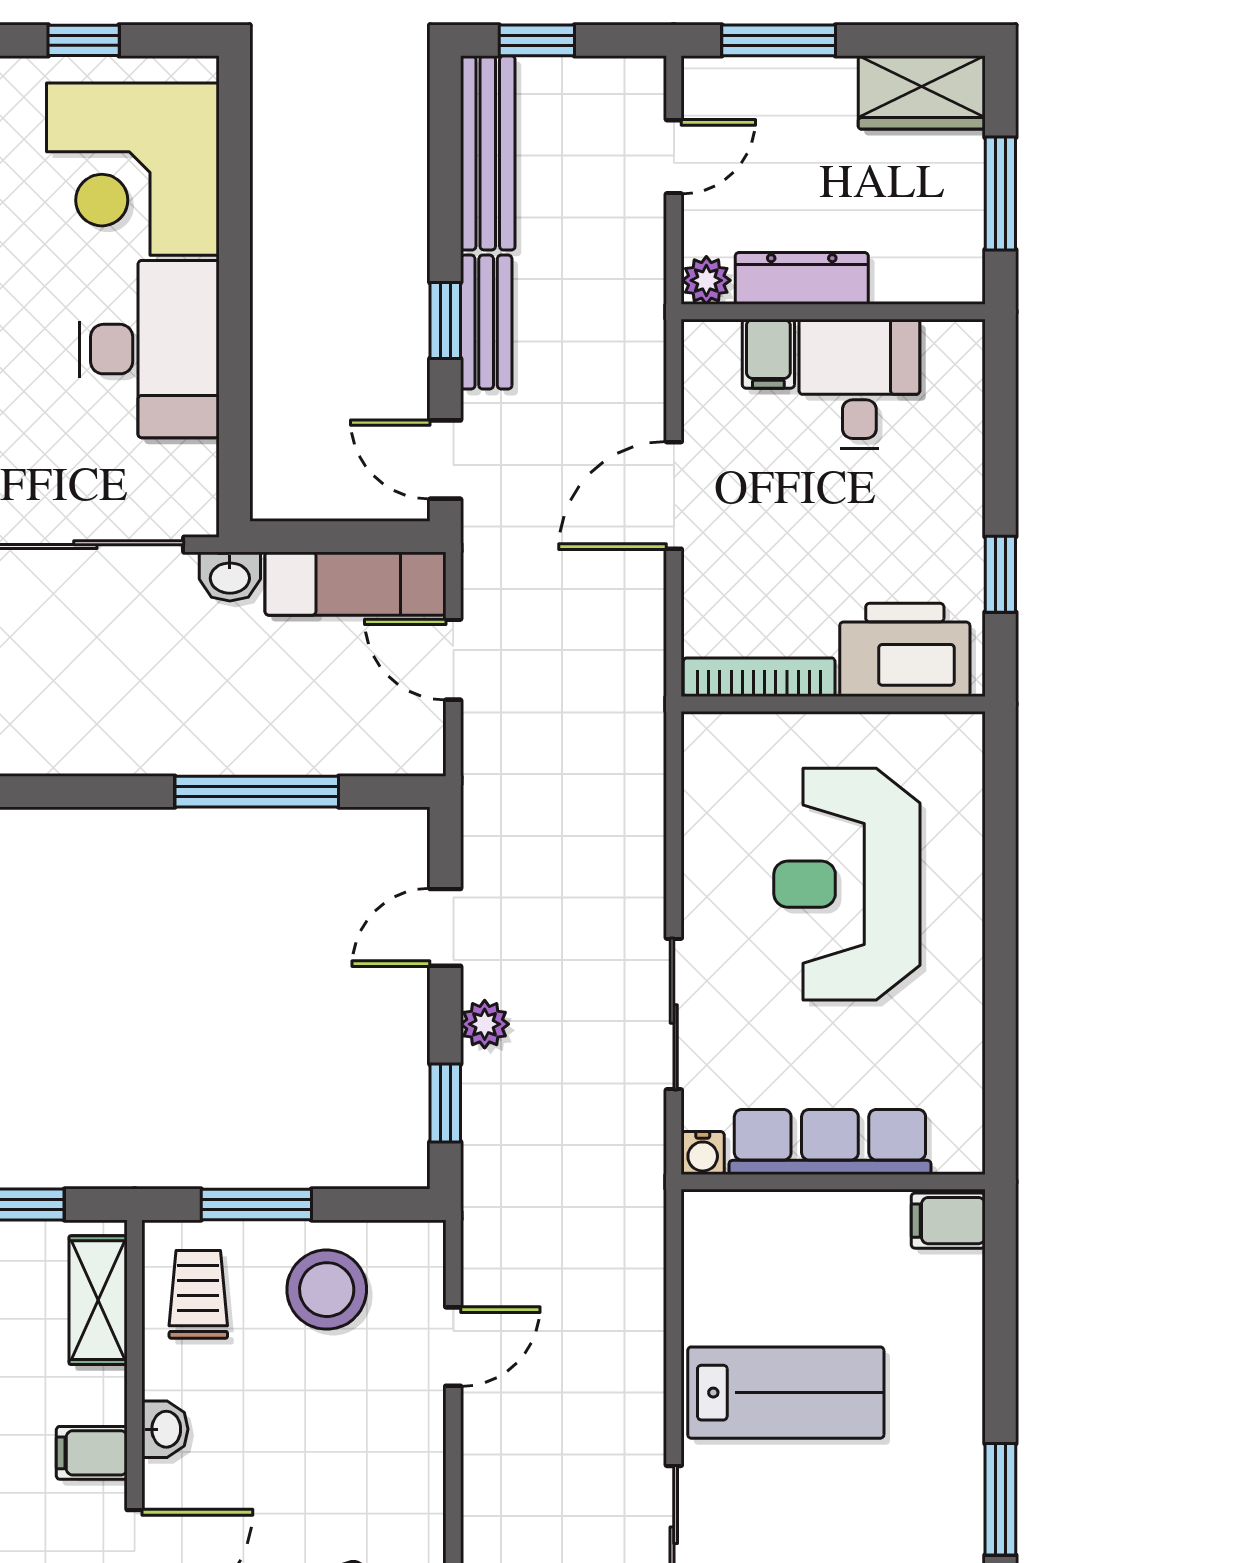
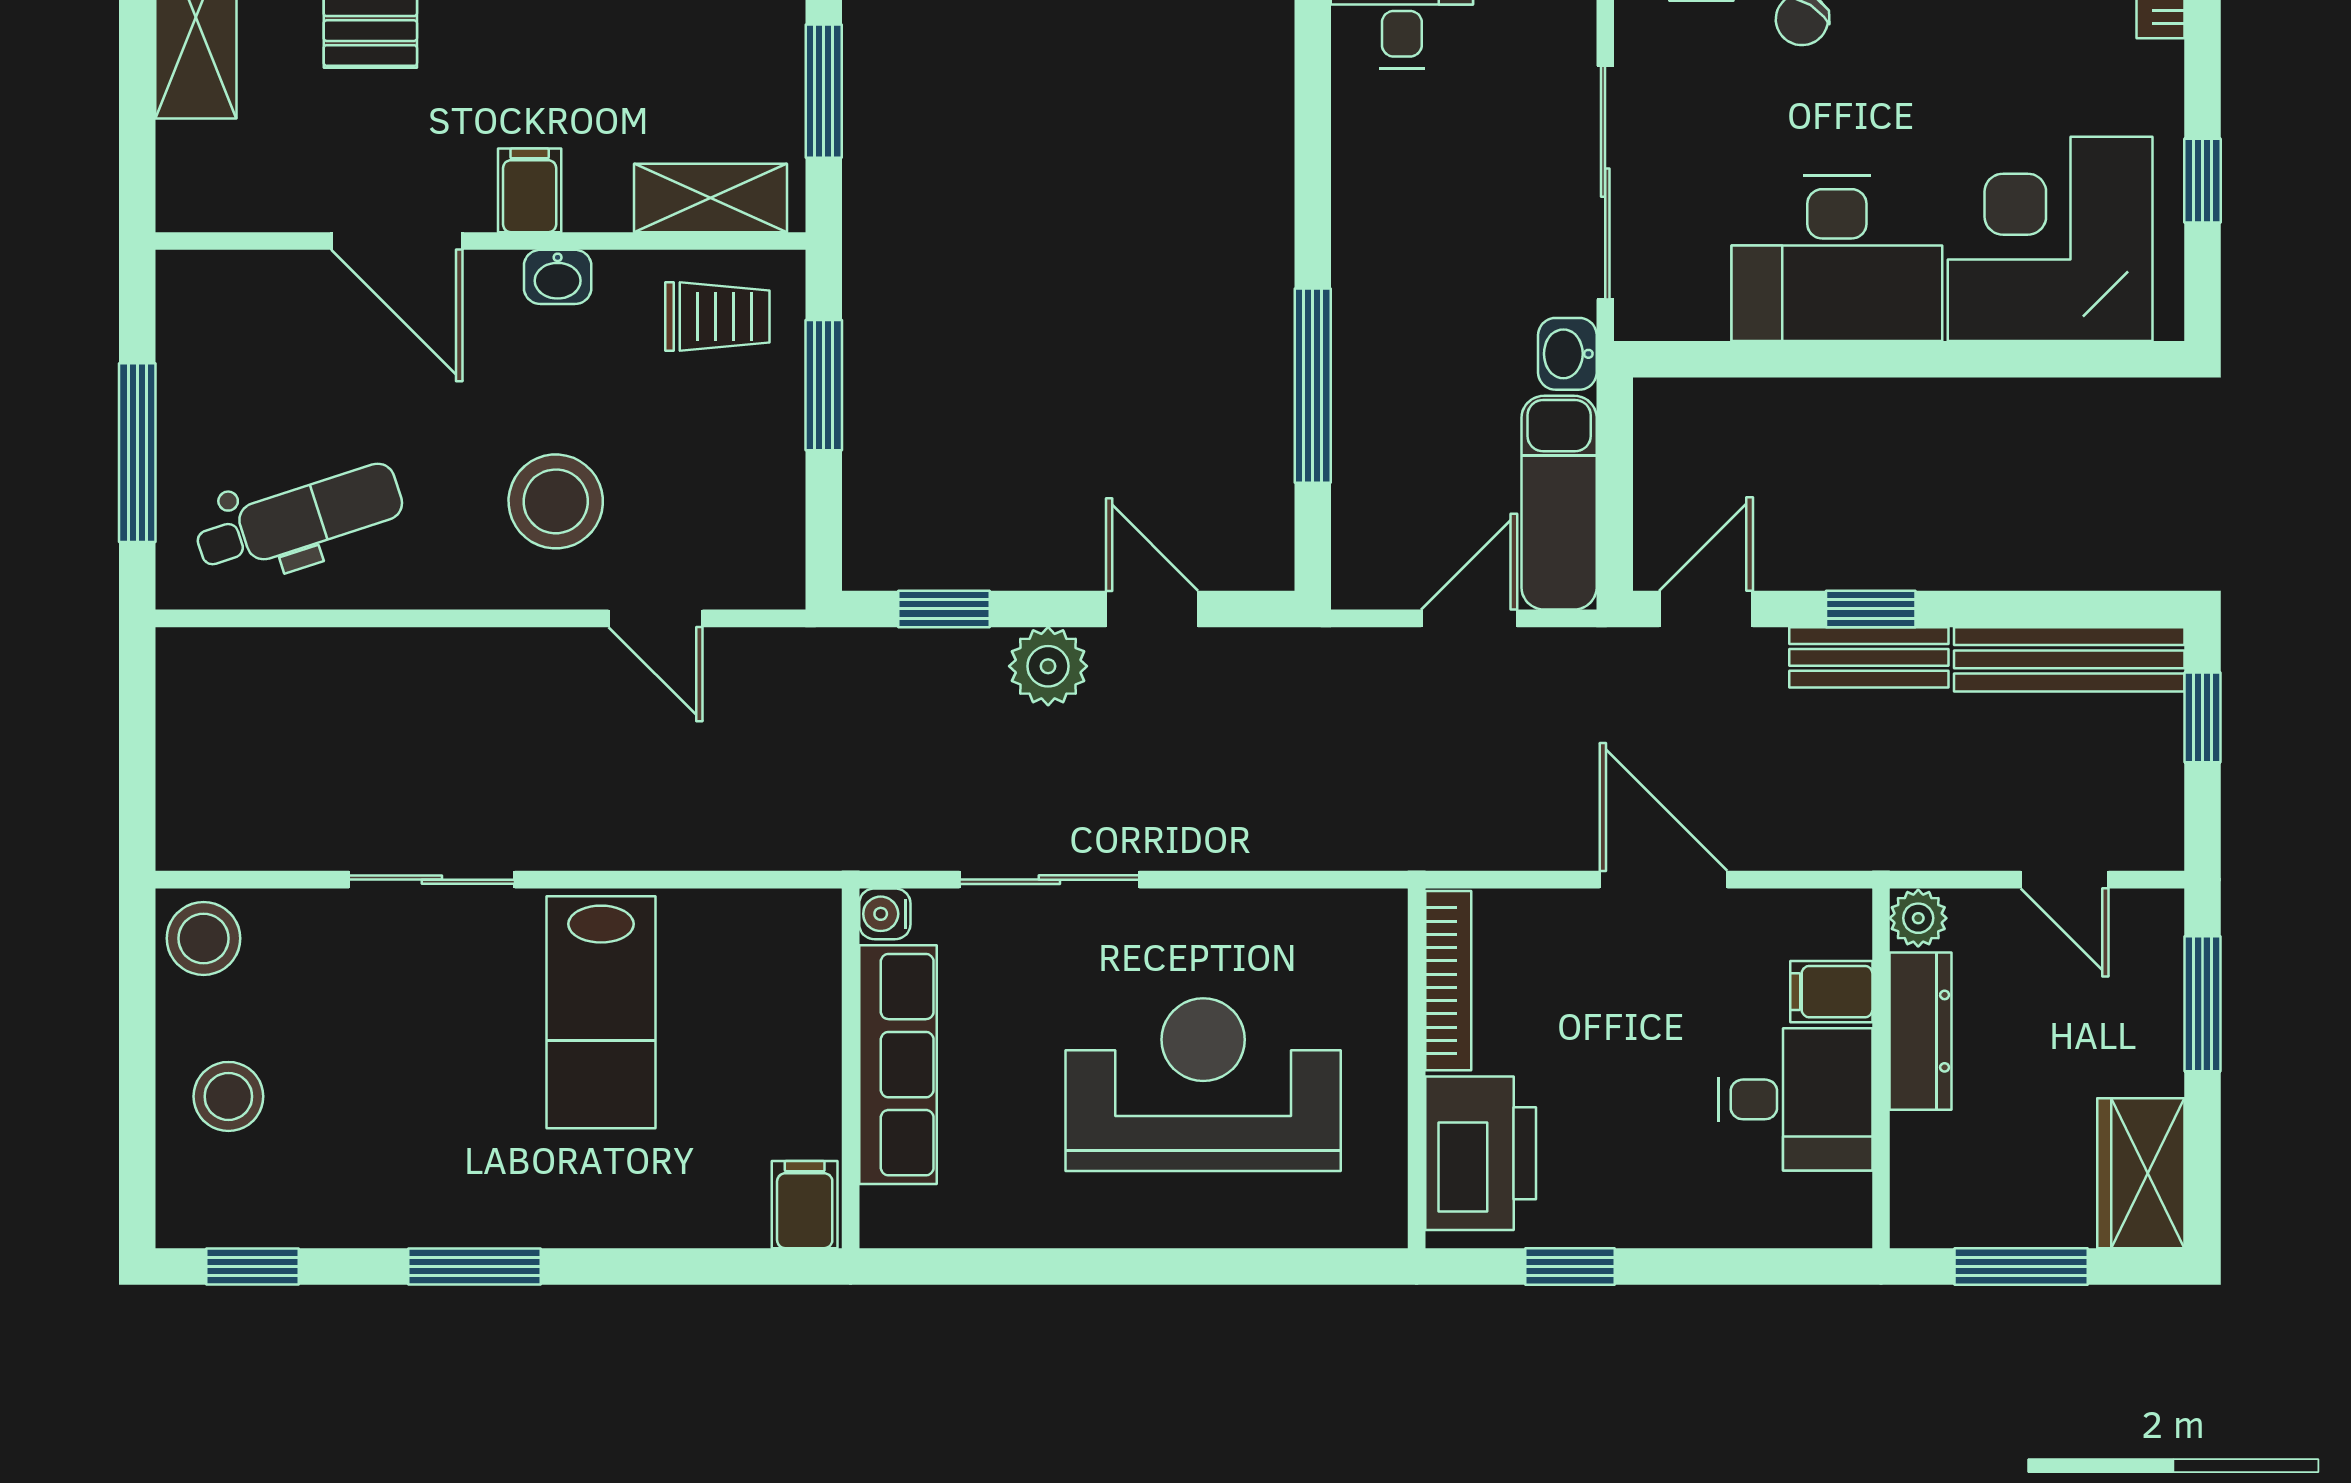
plant: (485, 1024) -> (1048, 666), width x1.38, depth x1.38
stool: (327, 1290) -> (556, 501), moved

